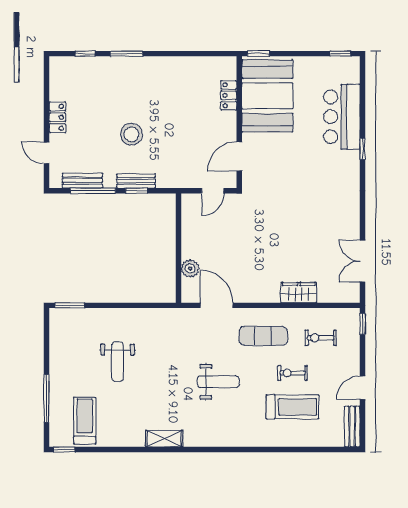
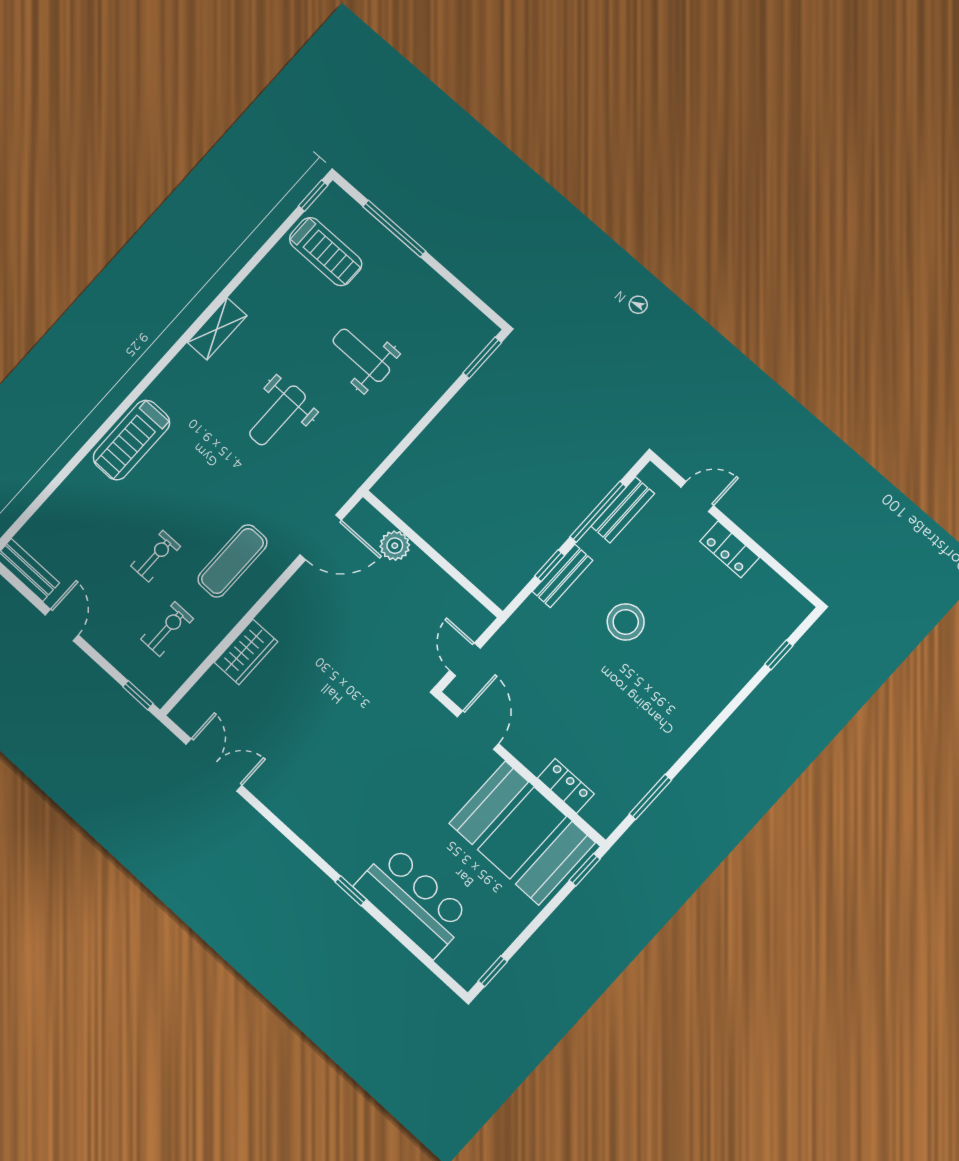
window: (127, 54) -> (650, 797), moved
weight bench: (218, 382) -> (278, 415), moved
treadmill: (292, 407) -> (131, 440), moved

